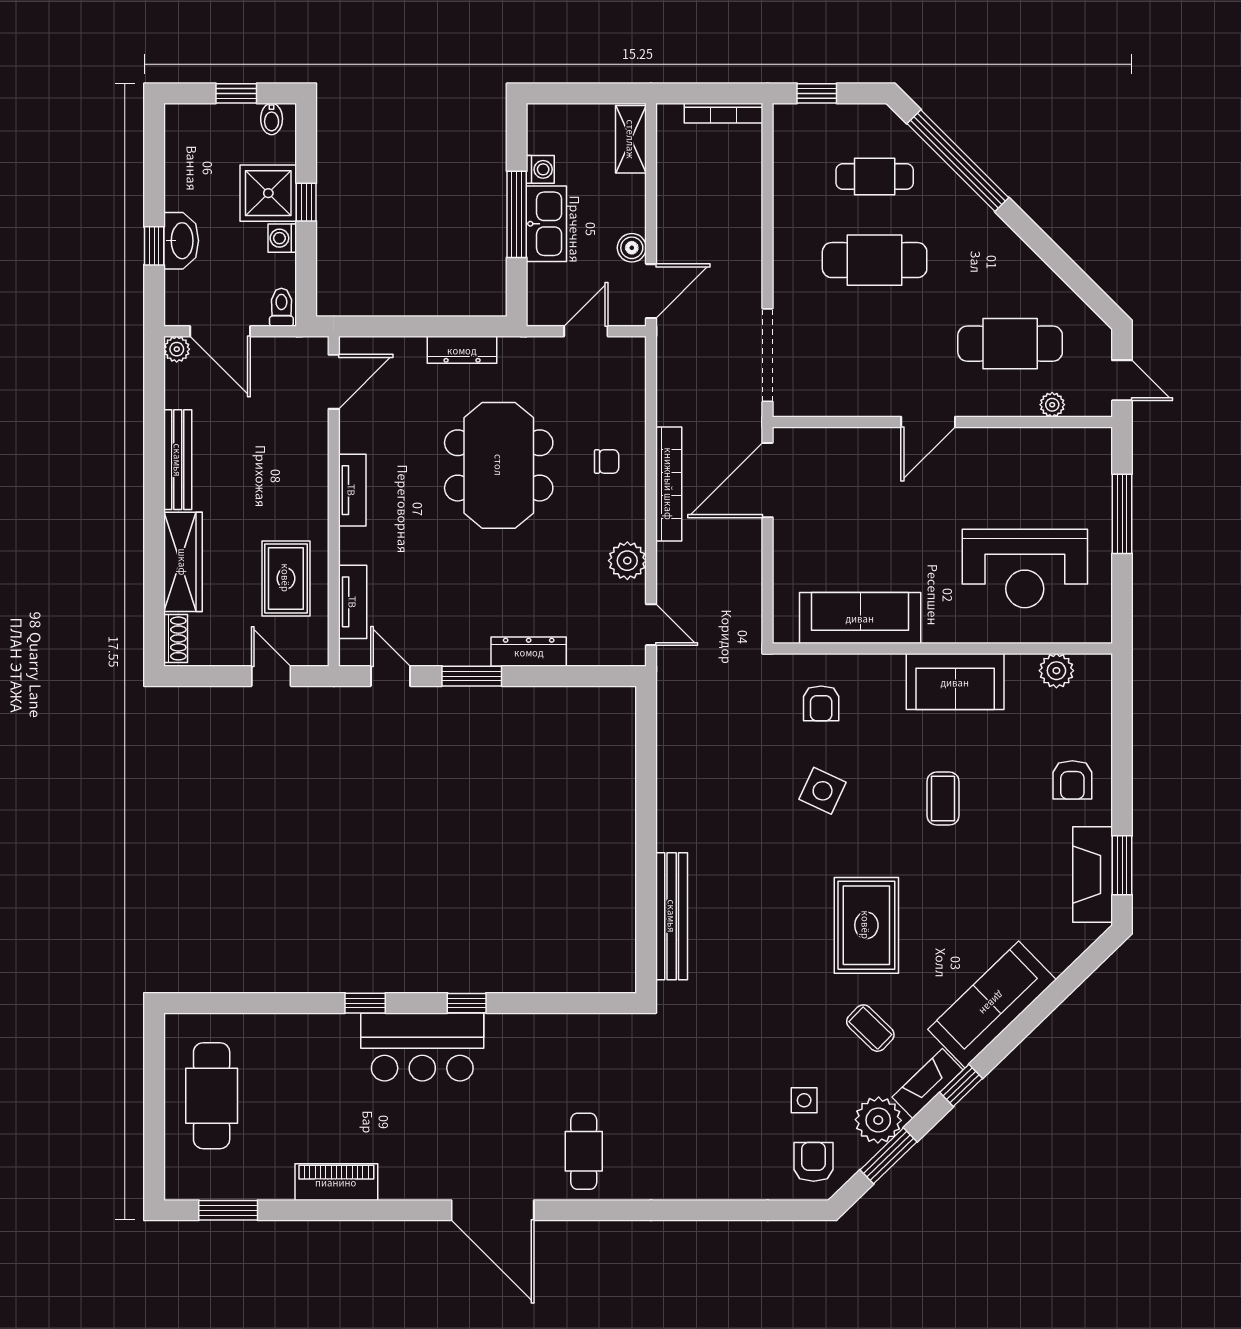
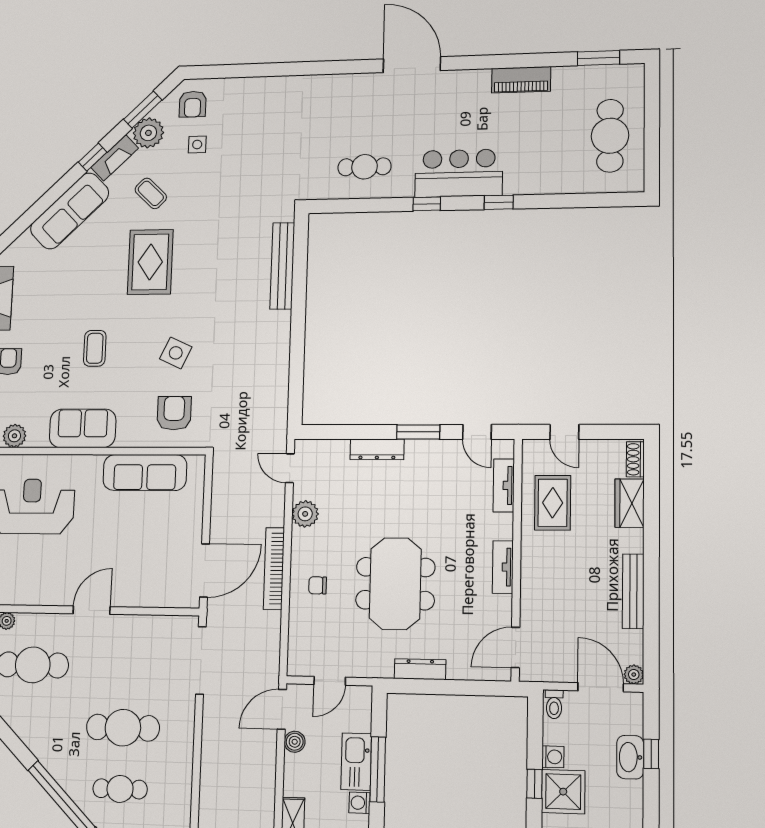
wardrobe: (183, 562) -> (630, 503), width x0.67
armchair: (821, 703) -> (174, 413), width x1.38, depth x1.38
cafe table: (584, 1151) -> (364, 167), moved, turned 90

